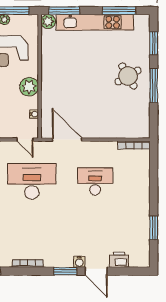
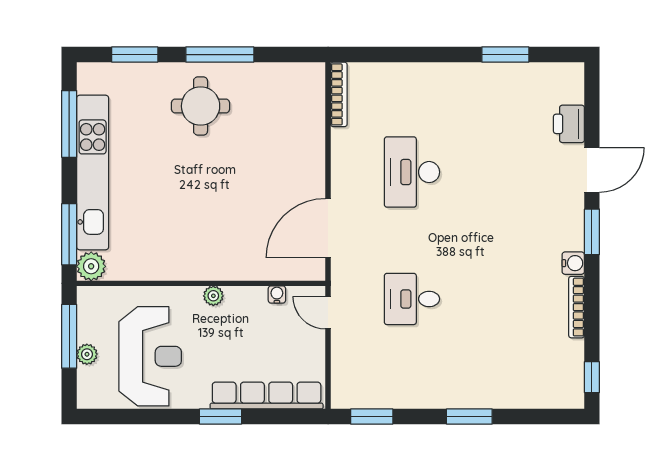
round table: (128, 76) -> (201, 106), turned 30
plant: (29, 87) -> (213, 296), width x0.53, depth x0.53
door: (25, 140) -> (328, 313), swing flipped
desk: (32, 181) -> (412, 299), width x0.53, depth x0.77
water cooler: (79, 262) -> (573, 263), moved

